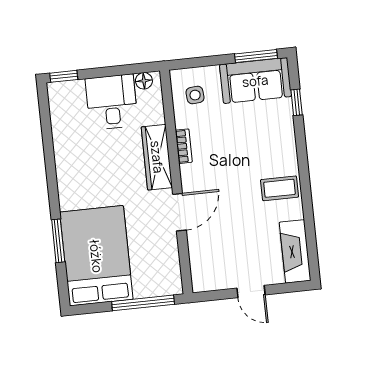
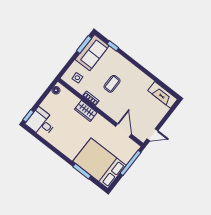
desk: (112, 102) -> (41, 122), moved
wardrobe: (157, 157) -> (86, 111), width x0.67
coffee table: (280, 188) -> (112, 84), moved
door: (179, 212) -> (124, 130), moved
door: (251, 292) -> (152, 135), moved

